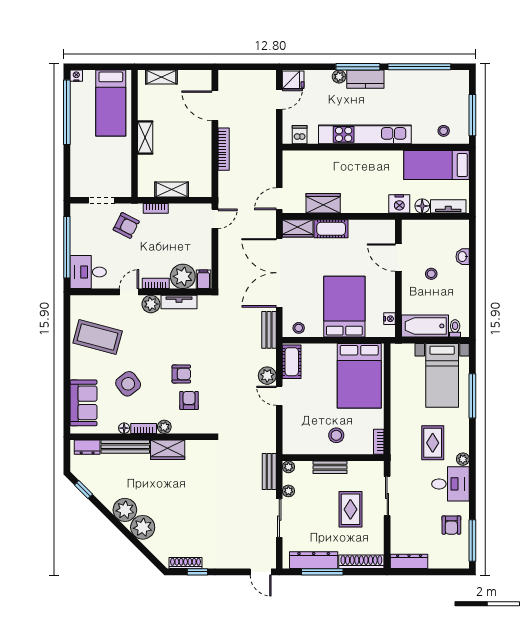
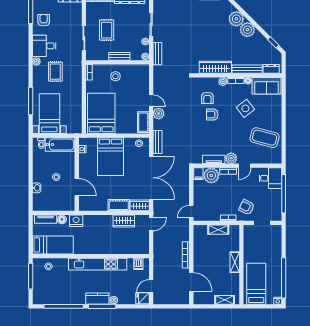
sofa: (83, 403) -> (267, 86), moved, turned -90
wardrobe: (168, 450) -> (215, 67), width x1.50

